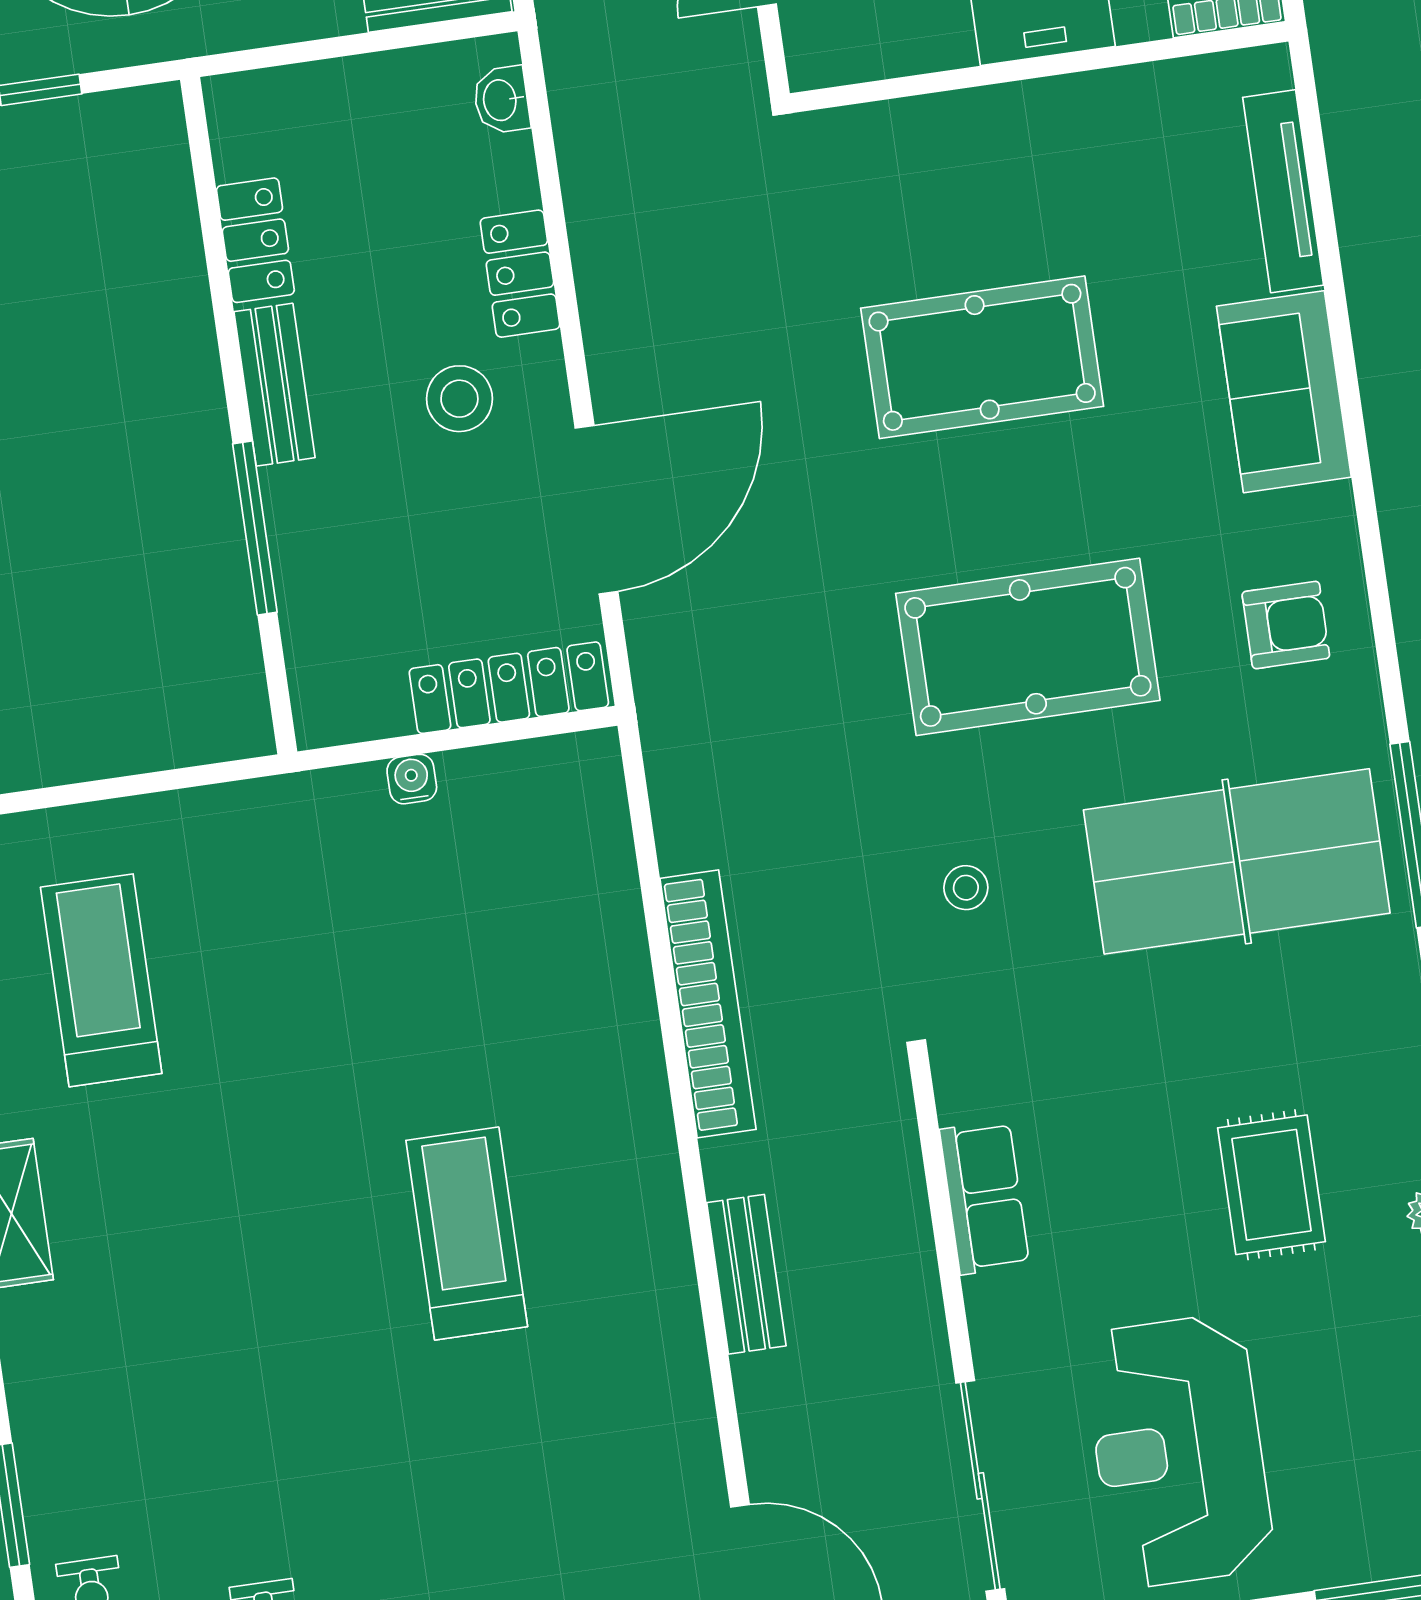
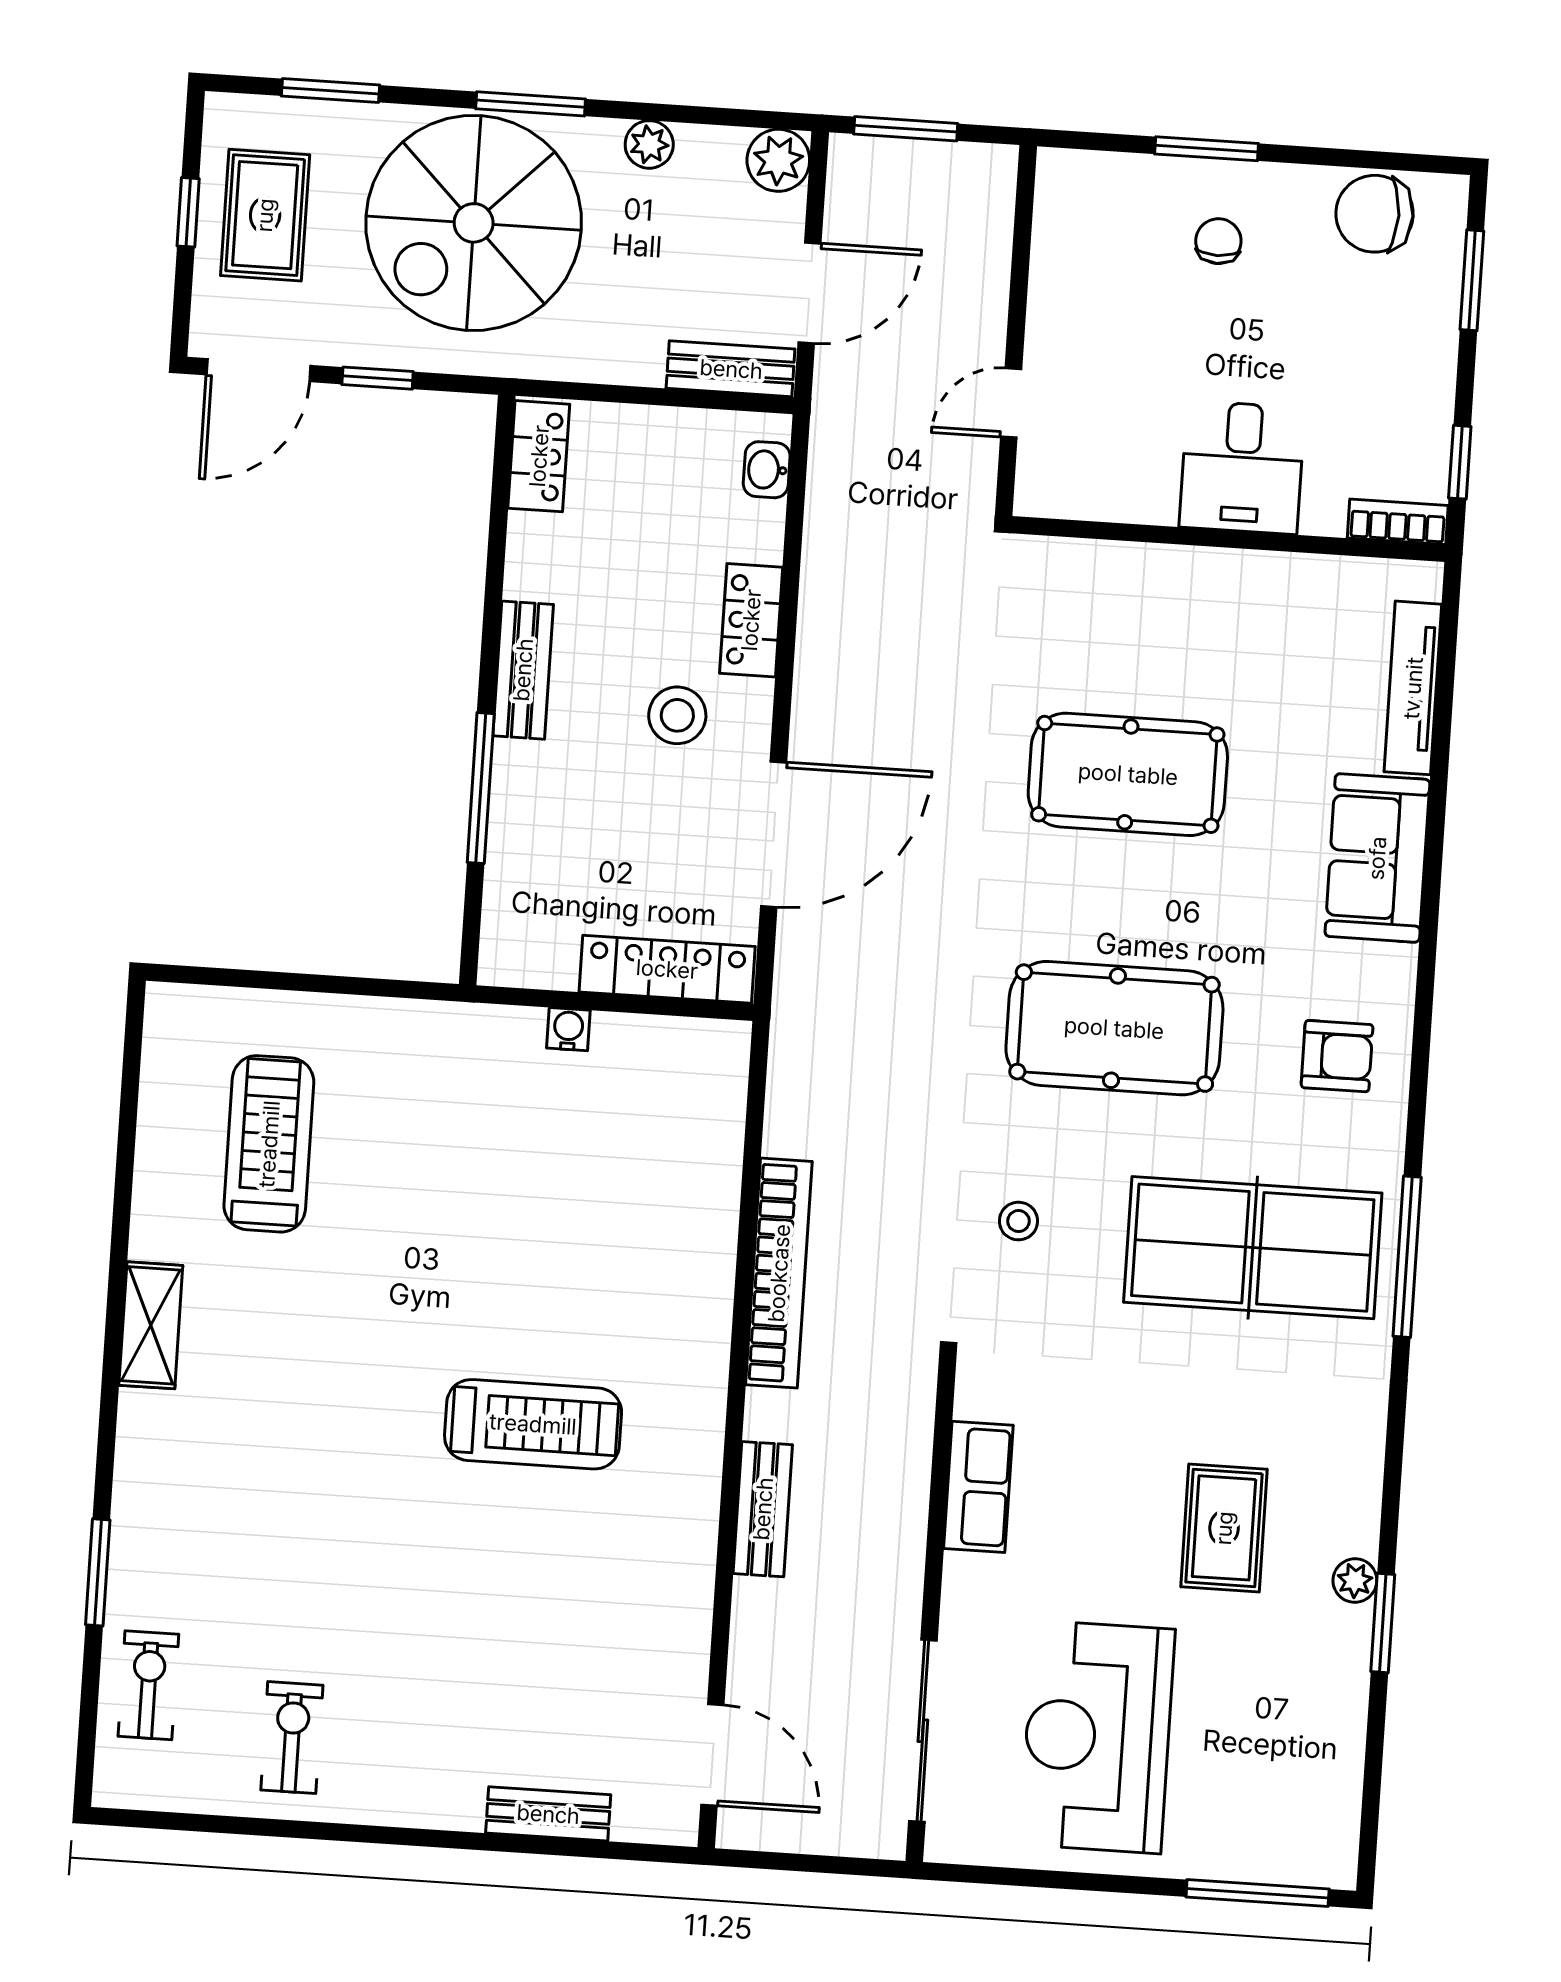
locker: (255, 240) -> (539, 456), moved
treadmill: (467, 1234) -> (533, 1424), turned 90

